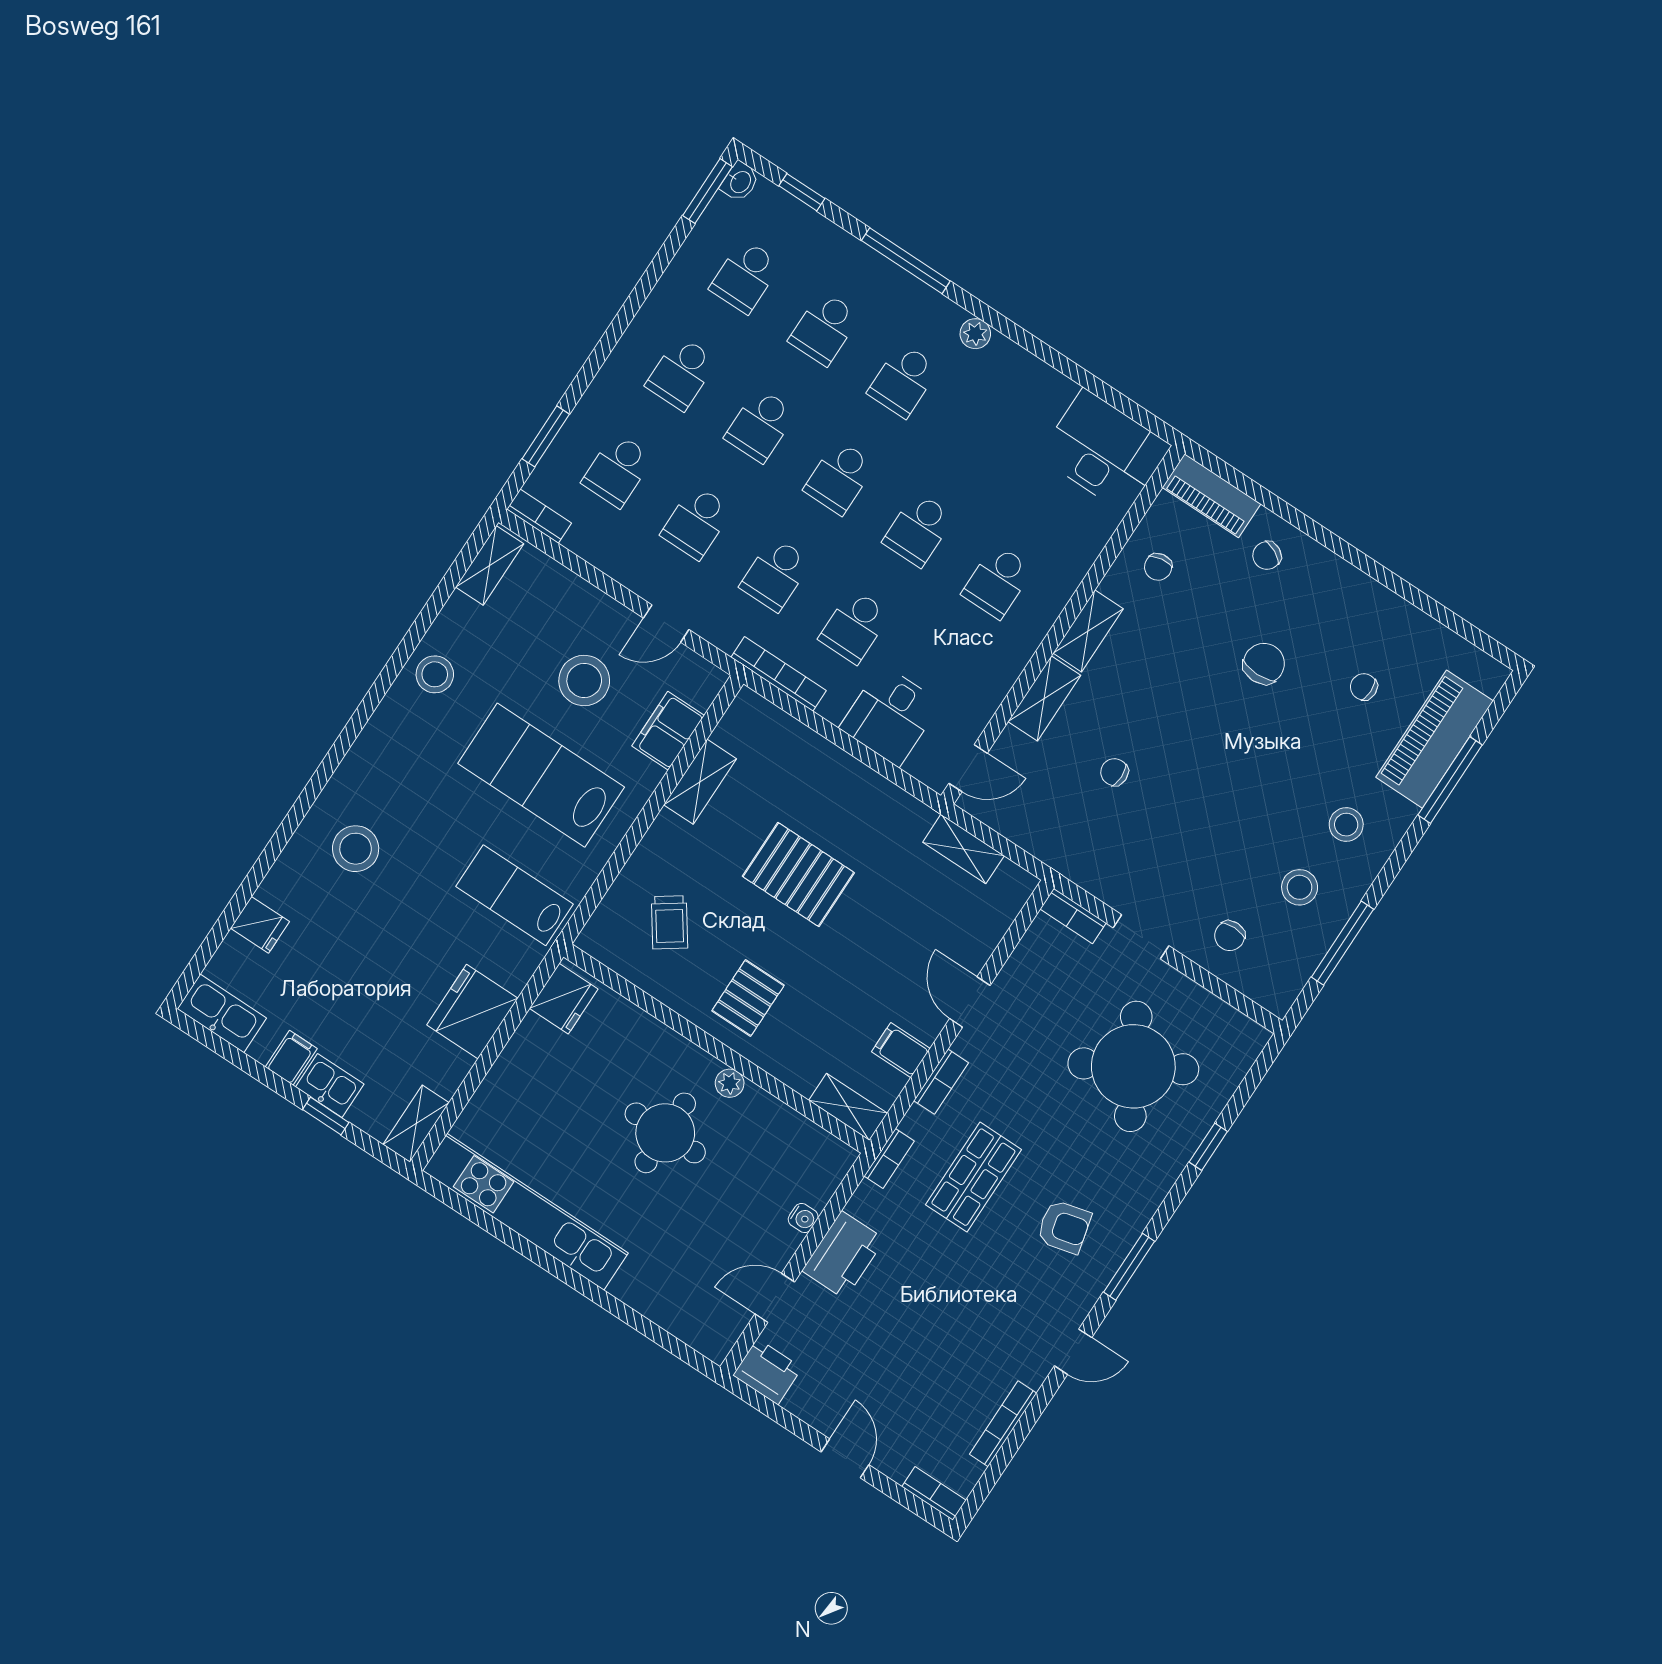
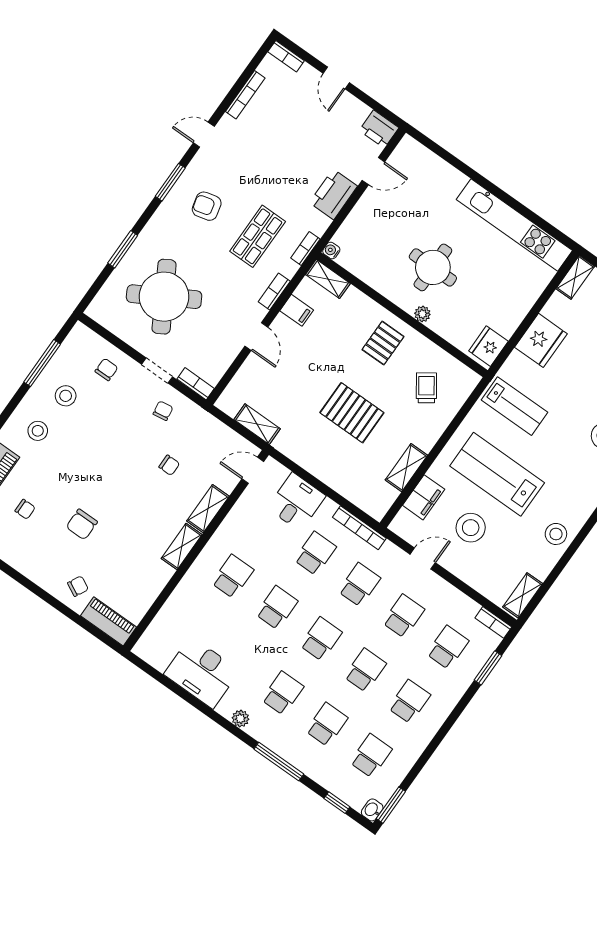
desk: (1105, 451) -> (202, 672), moved
chair: (1158, 567) -> (163, 411), moved
lab bench: (541, 775) -> (497, 474), turned 180
plant: (730, 1083) -> (422, 314), moved
window: (1208, 1147) -> (123, 249), width x1.50
water cooler: (803, 1218) -> (331, 251), moved

